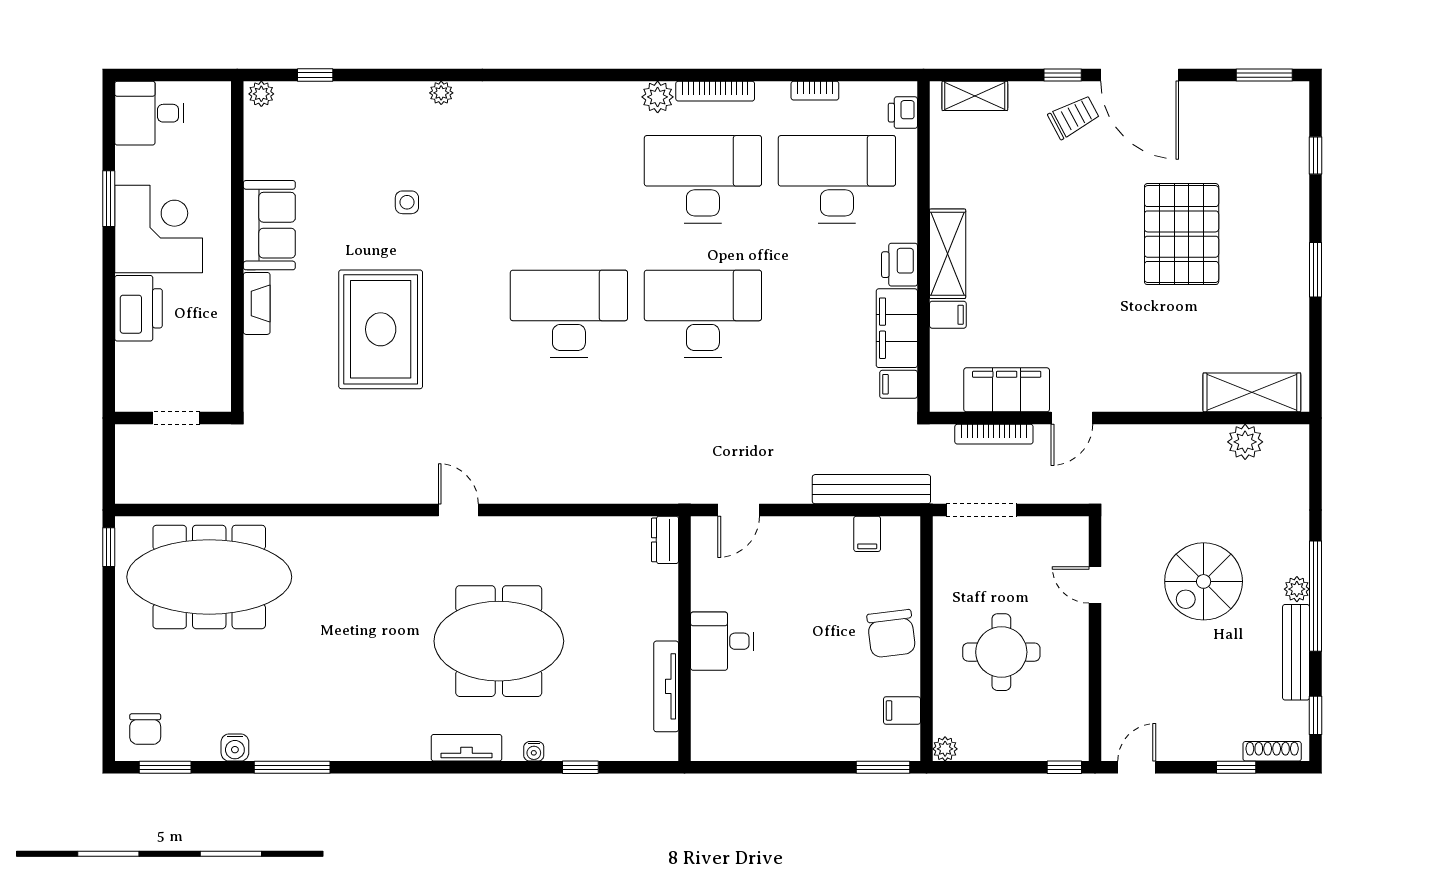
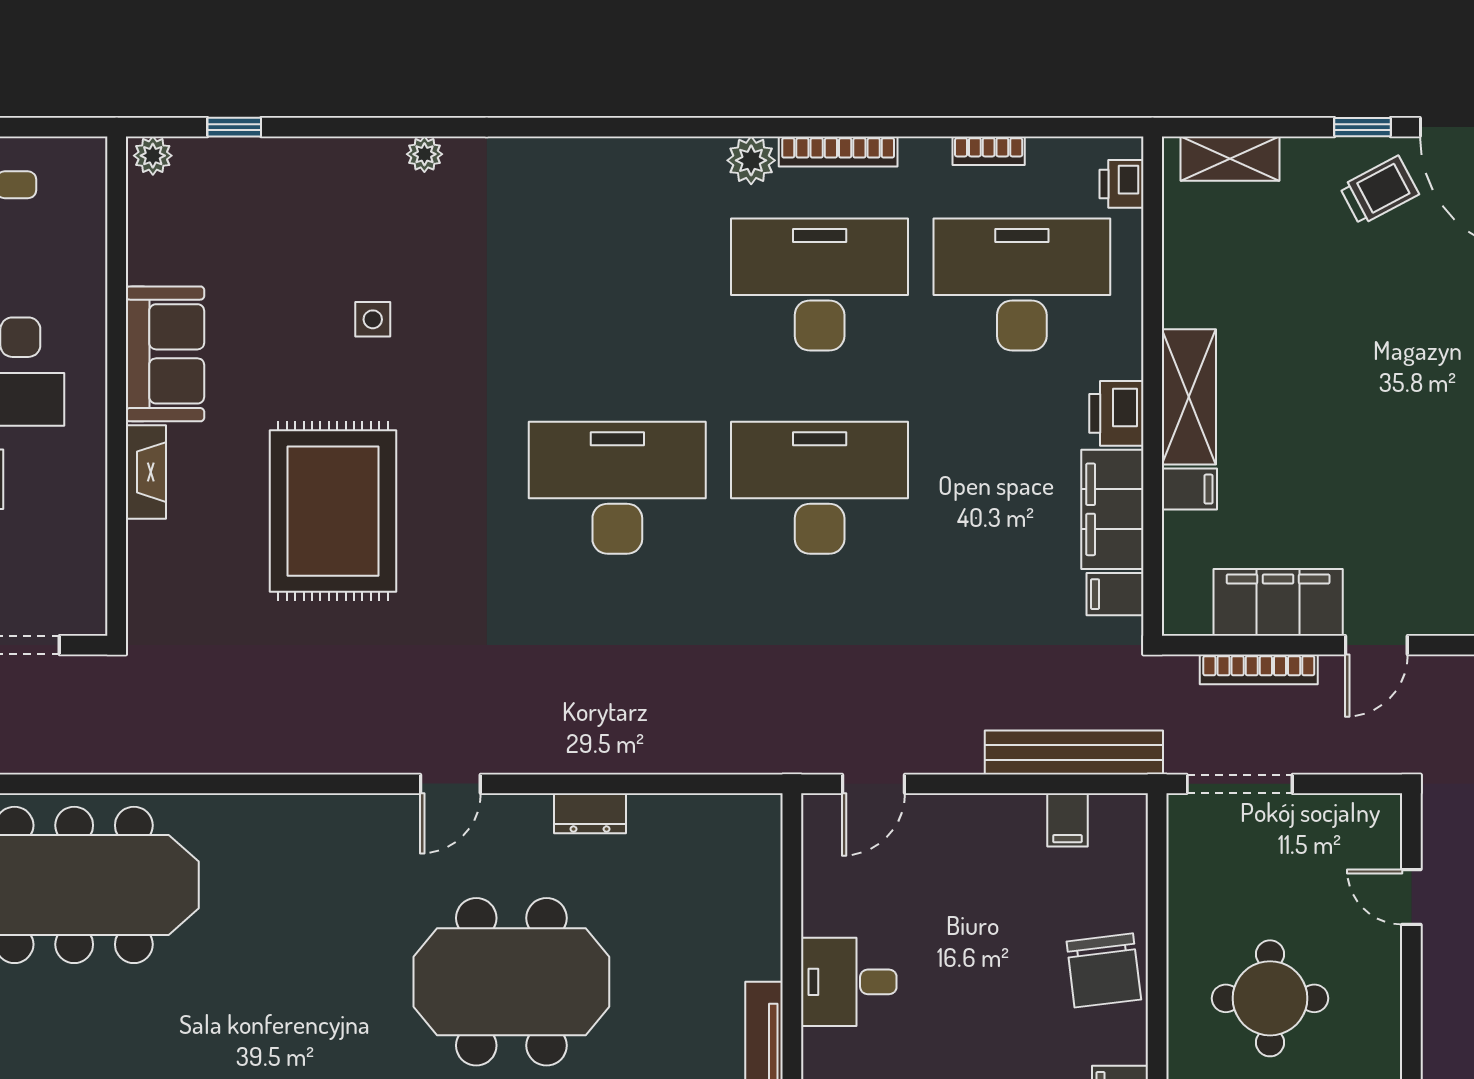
door: (458, 510) -> (450, 784), swing flipped
dresser: (665, 540) -> (590, 813), moved, turned -90

